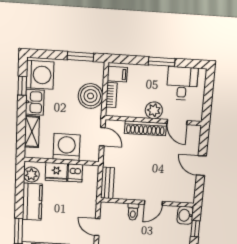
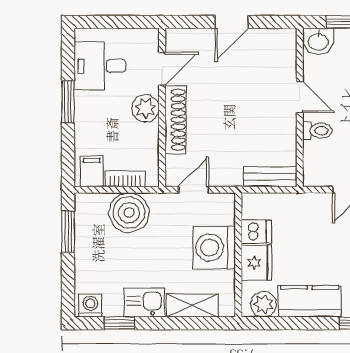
washing machine: (40, 75) -> (90, 306), width x0.53, depth x0.53

